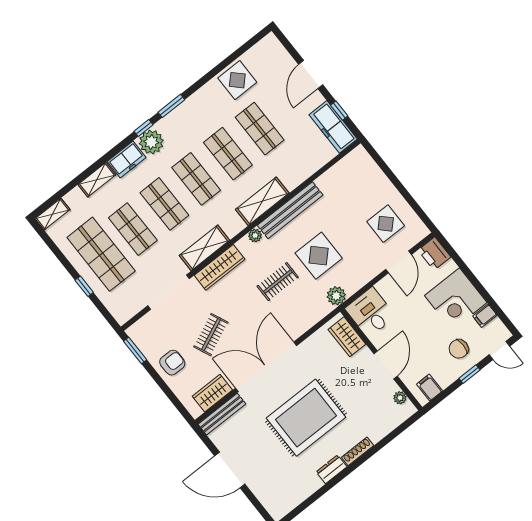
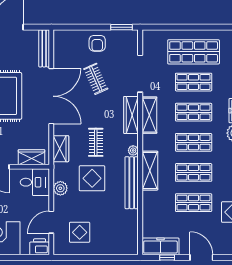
door: (399, 262) -> (51, 222), hinge flipped
window: (84, 286) -> (183, 27), removed
plant: (336, 296) -> (60, 188), moved
wardrobe: (212, 393) -> (61, 149), moved

